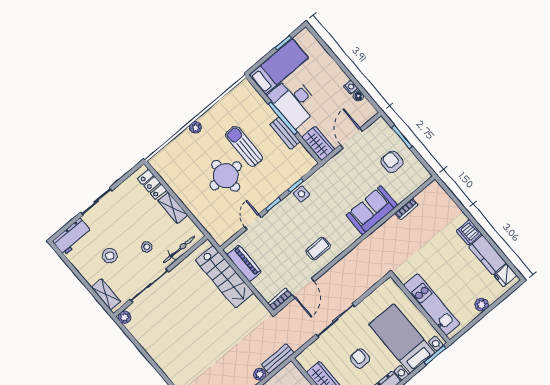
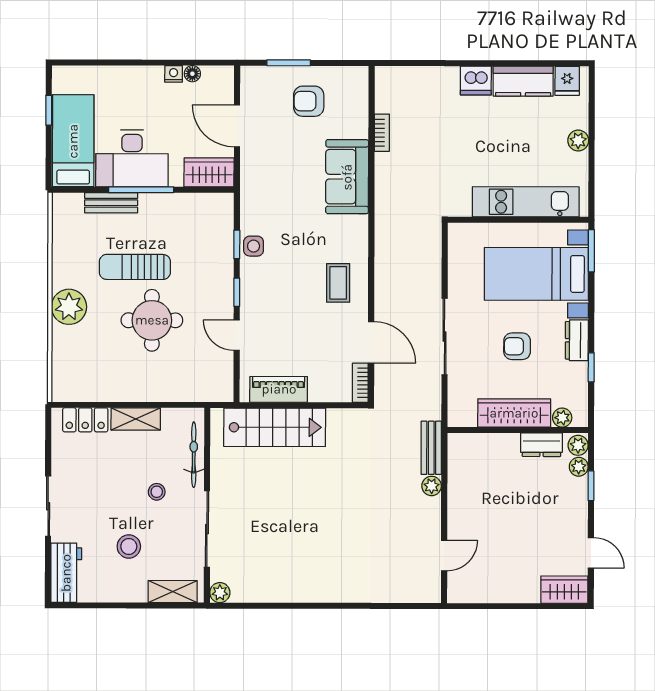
plant: (195, 127) -> (69, 307), width x1.87, depth x1.87
bench: (285, 133) -> (111, 203), moved

